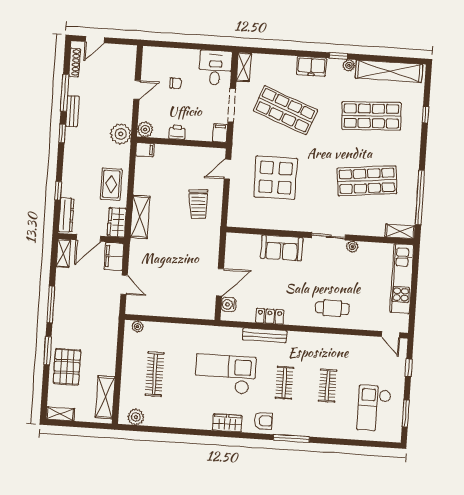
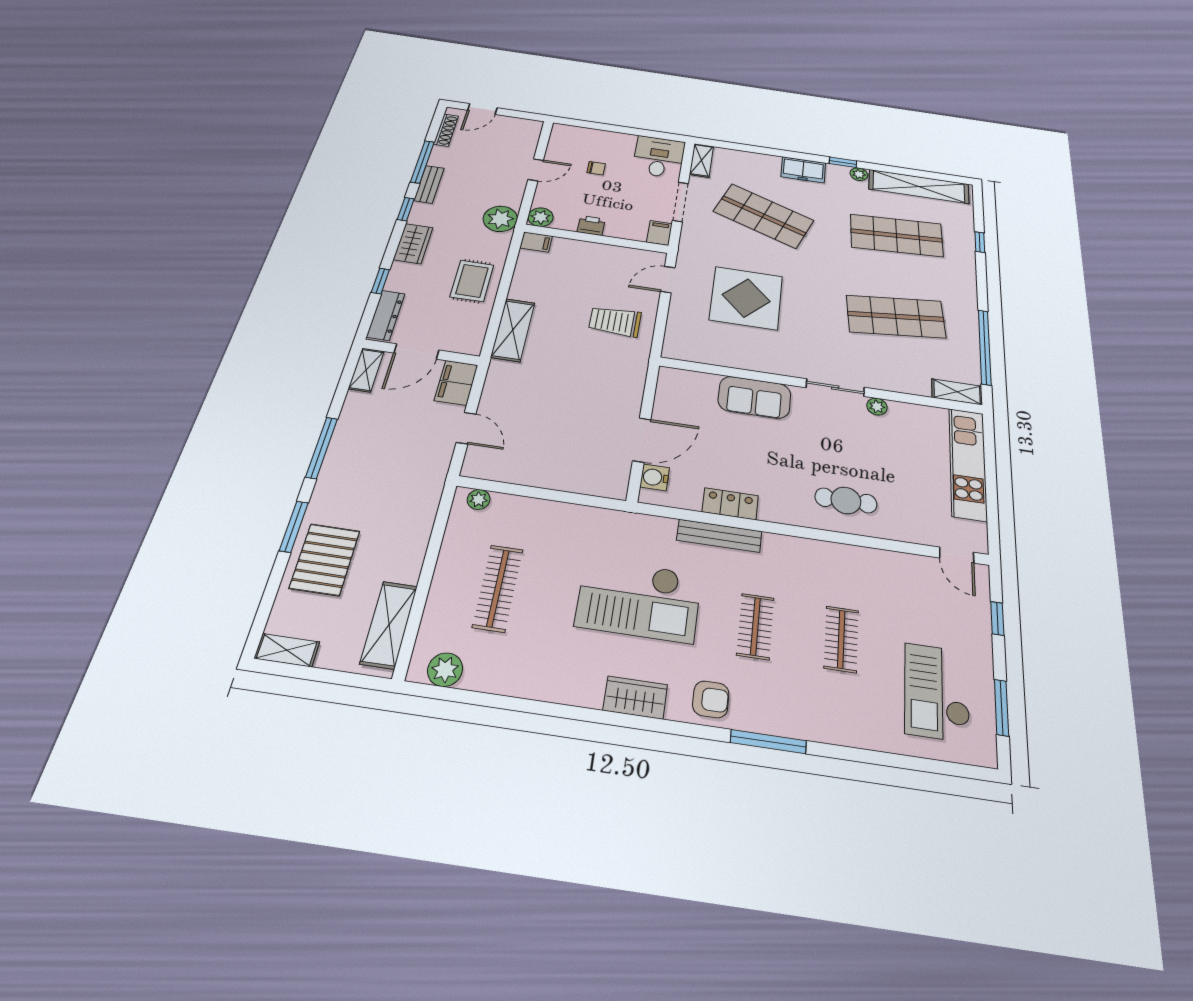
trolley: (198, 204) -> (615, 321), turned 94
wardrobe: (117, 222) -> (413, 244), moved, turned 180
checkout: (225, 374) -> (639, 600), turned 180

